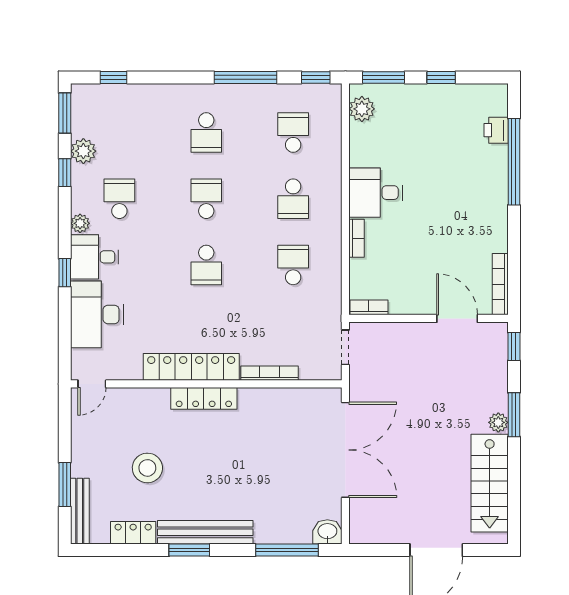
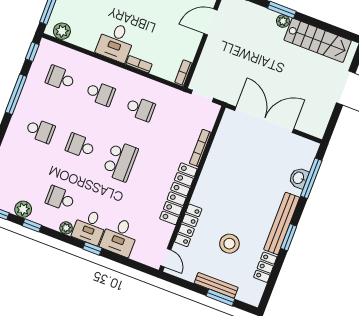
school desk: (206, 265) -> (120, 161), width x1.85
school desk: (293, 265) -> (140, 109), turned 180
desk: (97, 314) -> (120, 237), width x0.73
locker: (204, 398) -> (188, 225), moved
bench: (80, 511) -> (216, 285), moved
washbasin: (327, 532) -> (299, 178), moved

